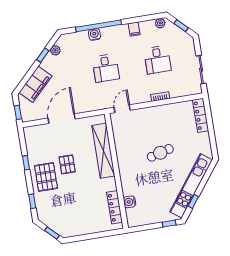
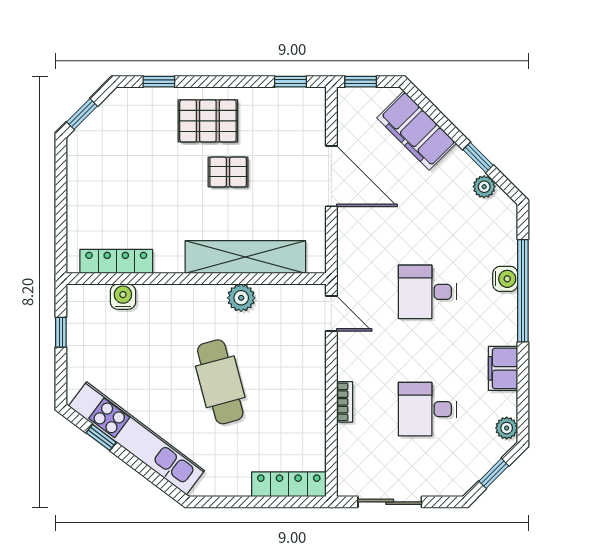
filing cabinet: (134, 29) -> (503, 368), width x2.00
plant: (122, 150) -> (241, 298), added
cafe table: (160, 153) -> (220, 382), width x1.37, depth x1.35
window: (26, 163) -> (291, 82), moved
window: (169, 224) -> (61, 332), moved

